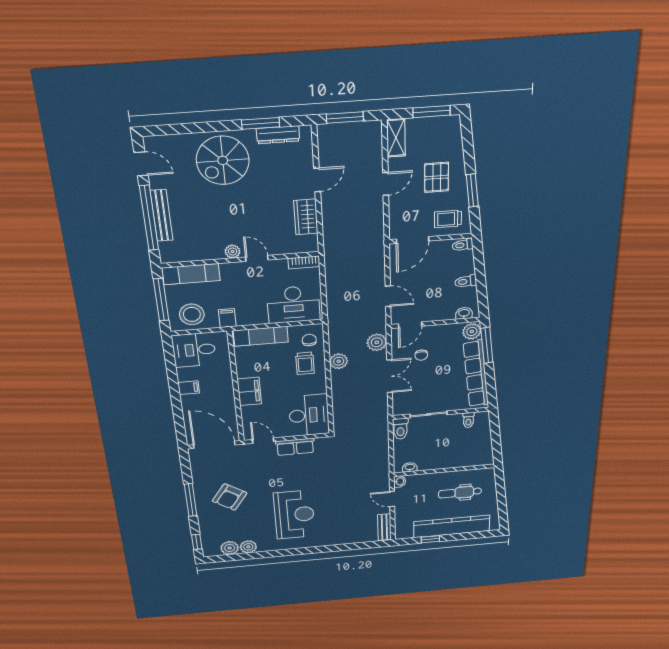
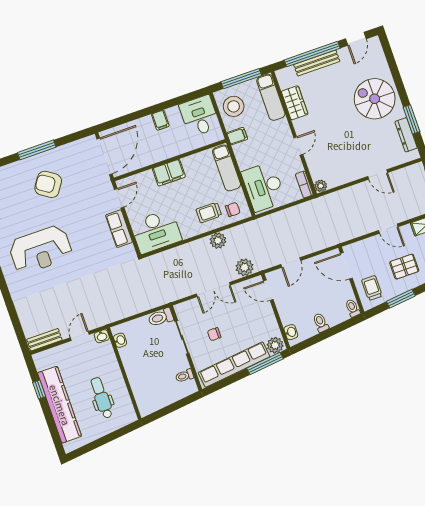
wardrobe: (306, 217) -> (295, 103), moved, turned 90
plant: (233, 252) -> (321, 186), moved
chair: (421, 355) -> (214, 334), moved

